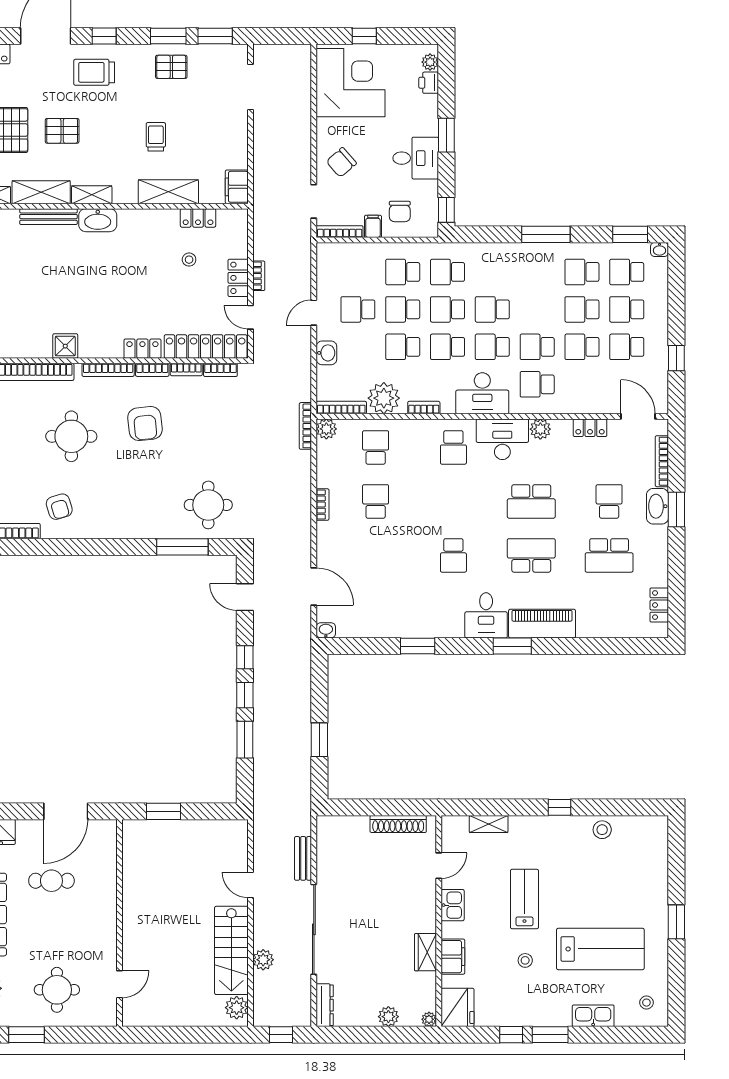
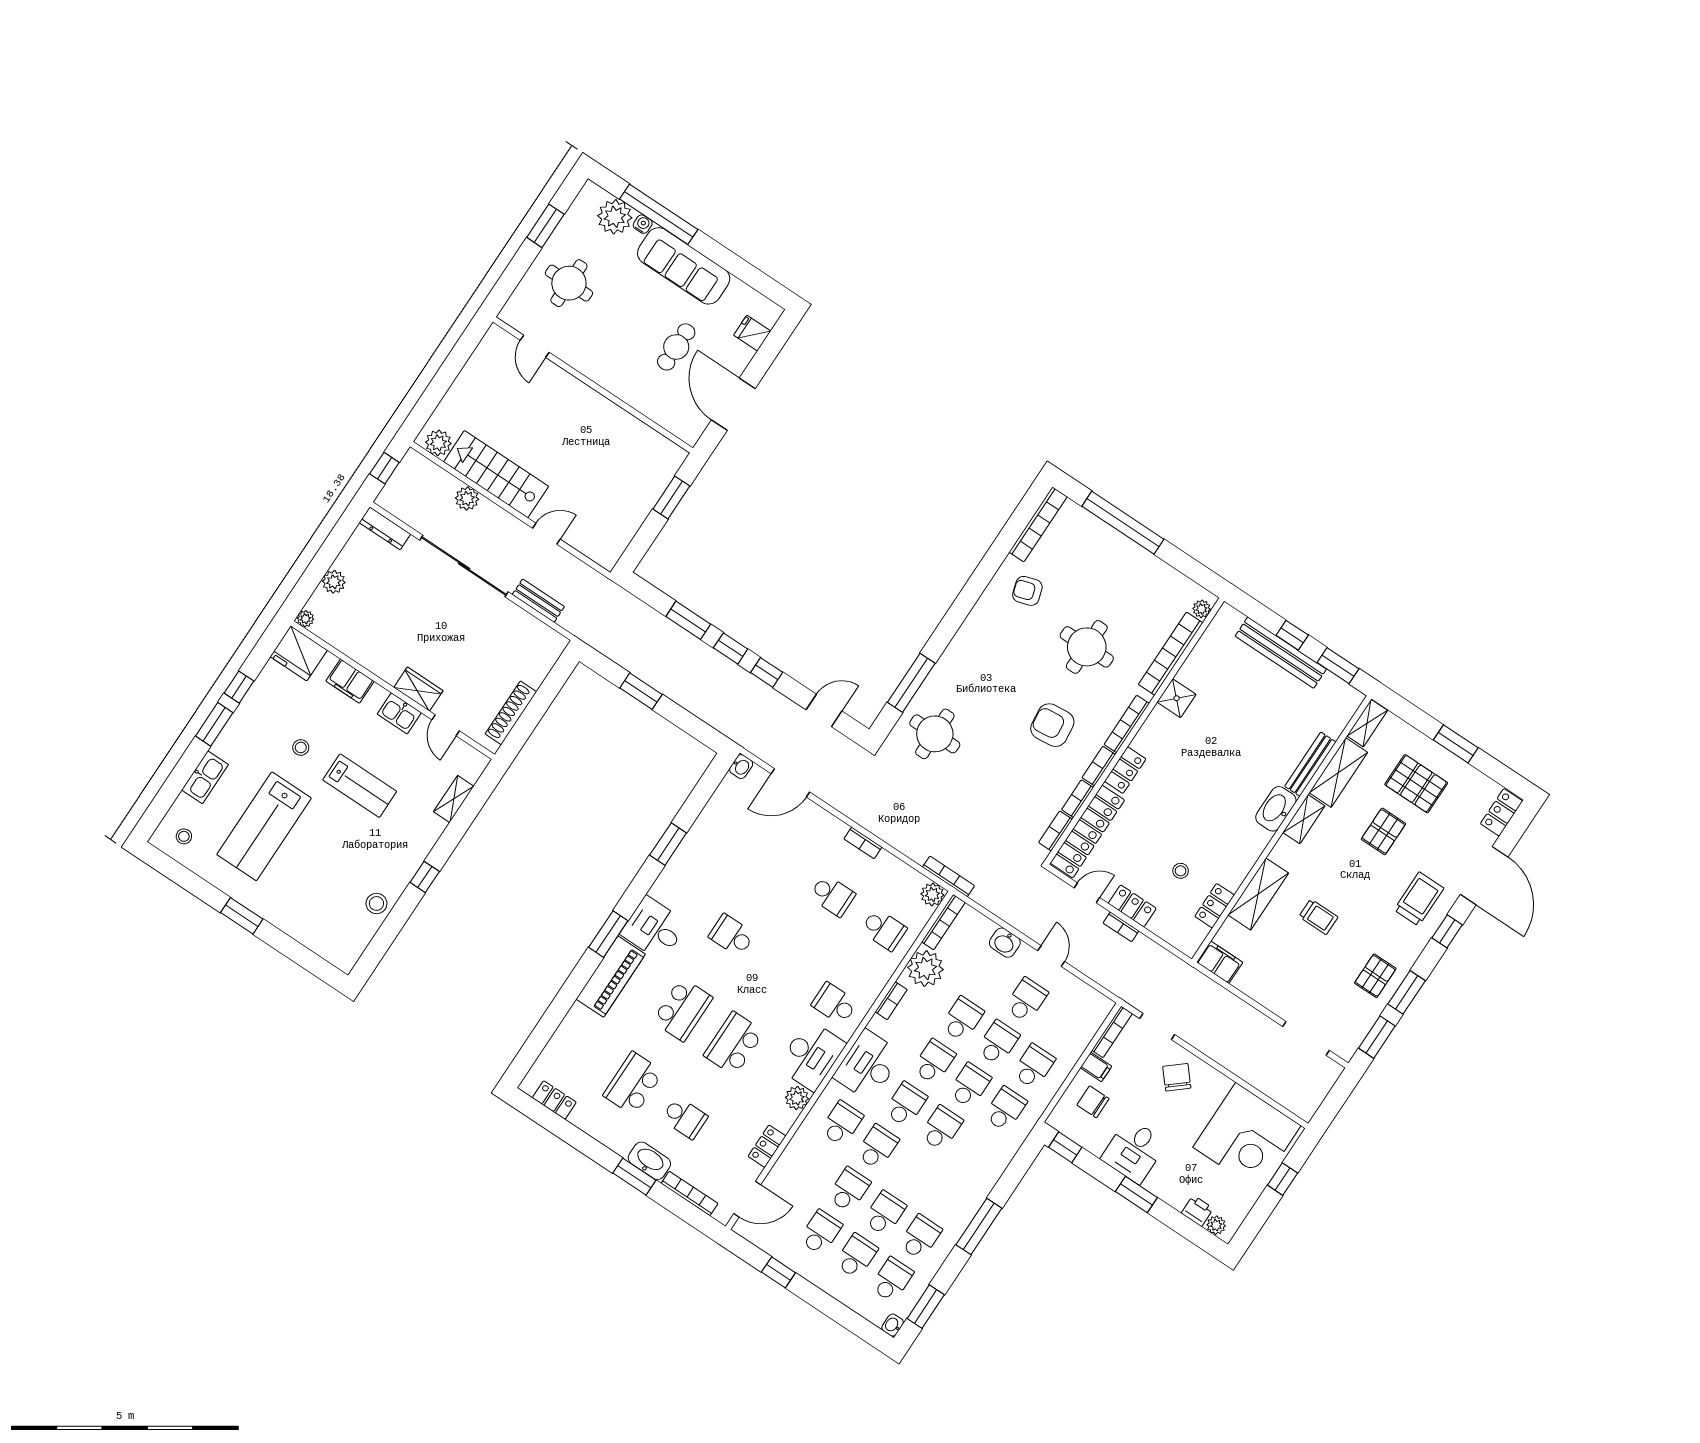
wardrobe: (426, 952) -> (418, 689), moved

